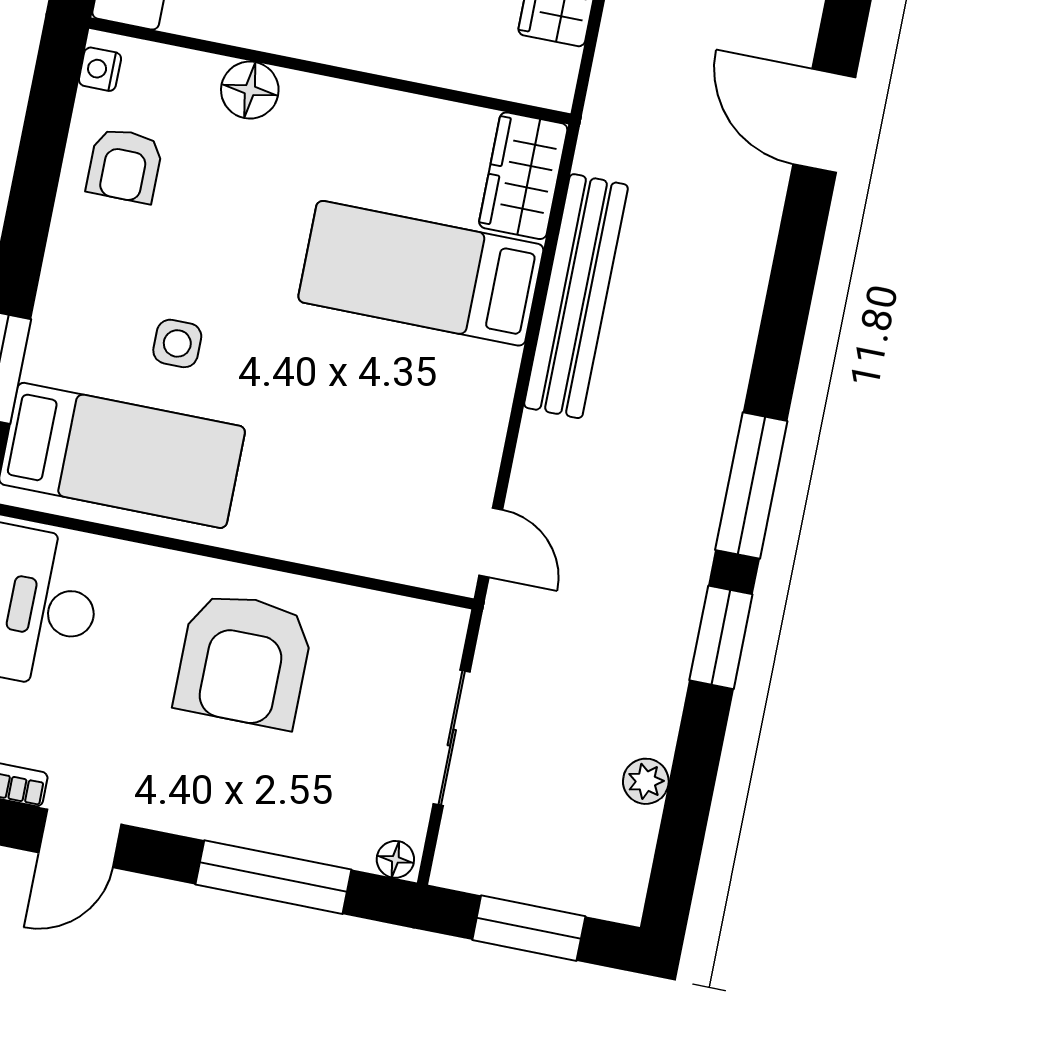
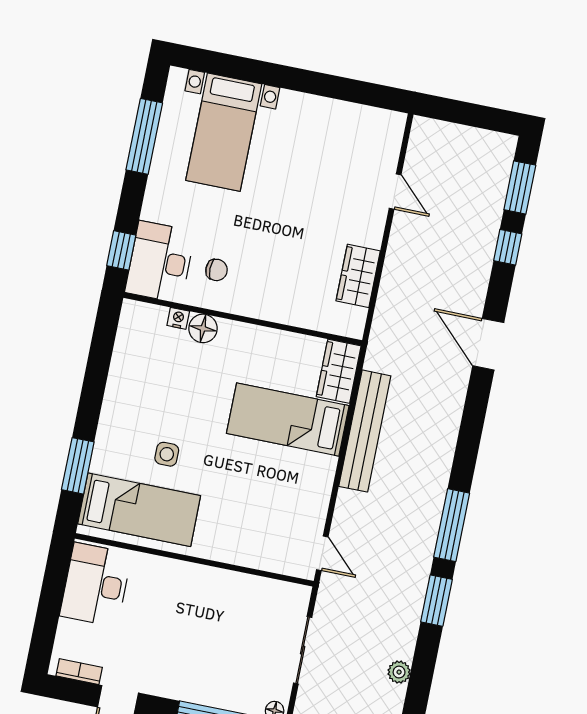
nightstand: (100, 69) -> (178, 318), moved, turned 90
armchair: (125, 165) -> (141, 366), removed
armchair: (244, 660) -> (200, 611), removed

